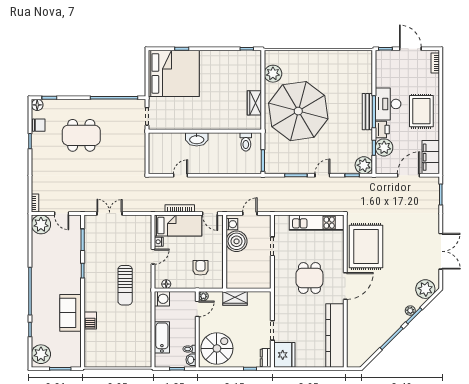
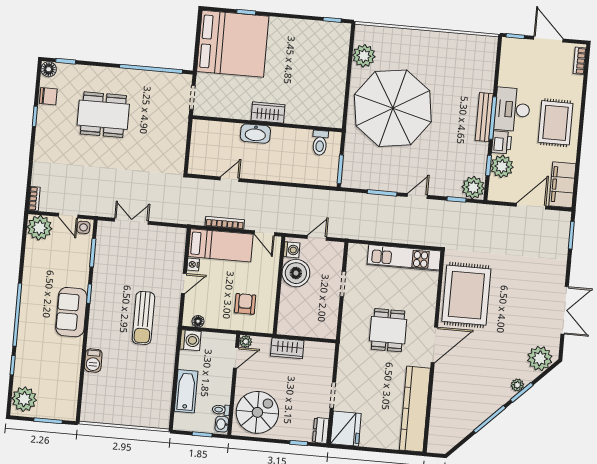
wardrobe: (254, 103) -> (268, 112), moved, turned 90
side table: (74, 221) -> (83, 227), added
sofa: (71, 313) -> (71, 312), moved

